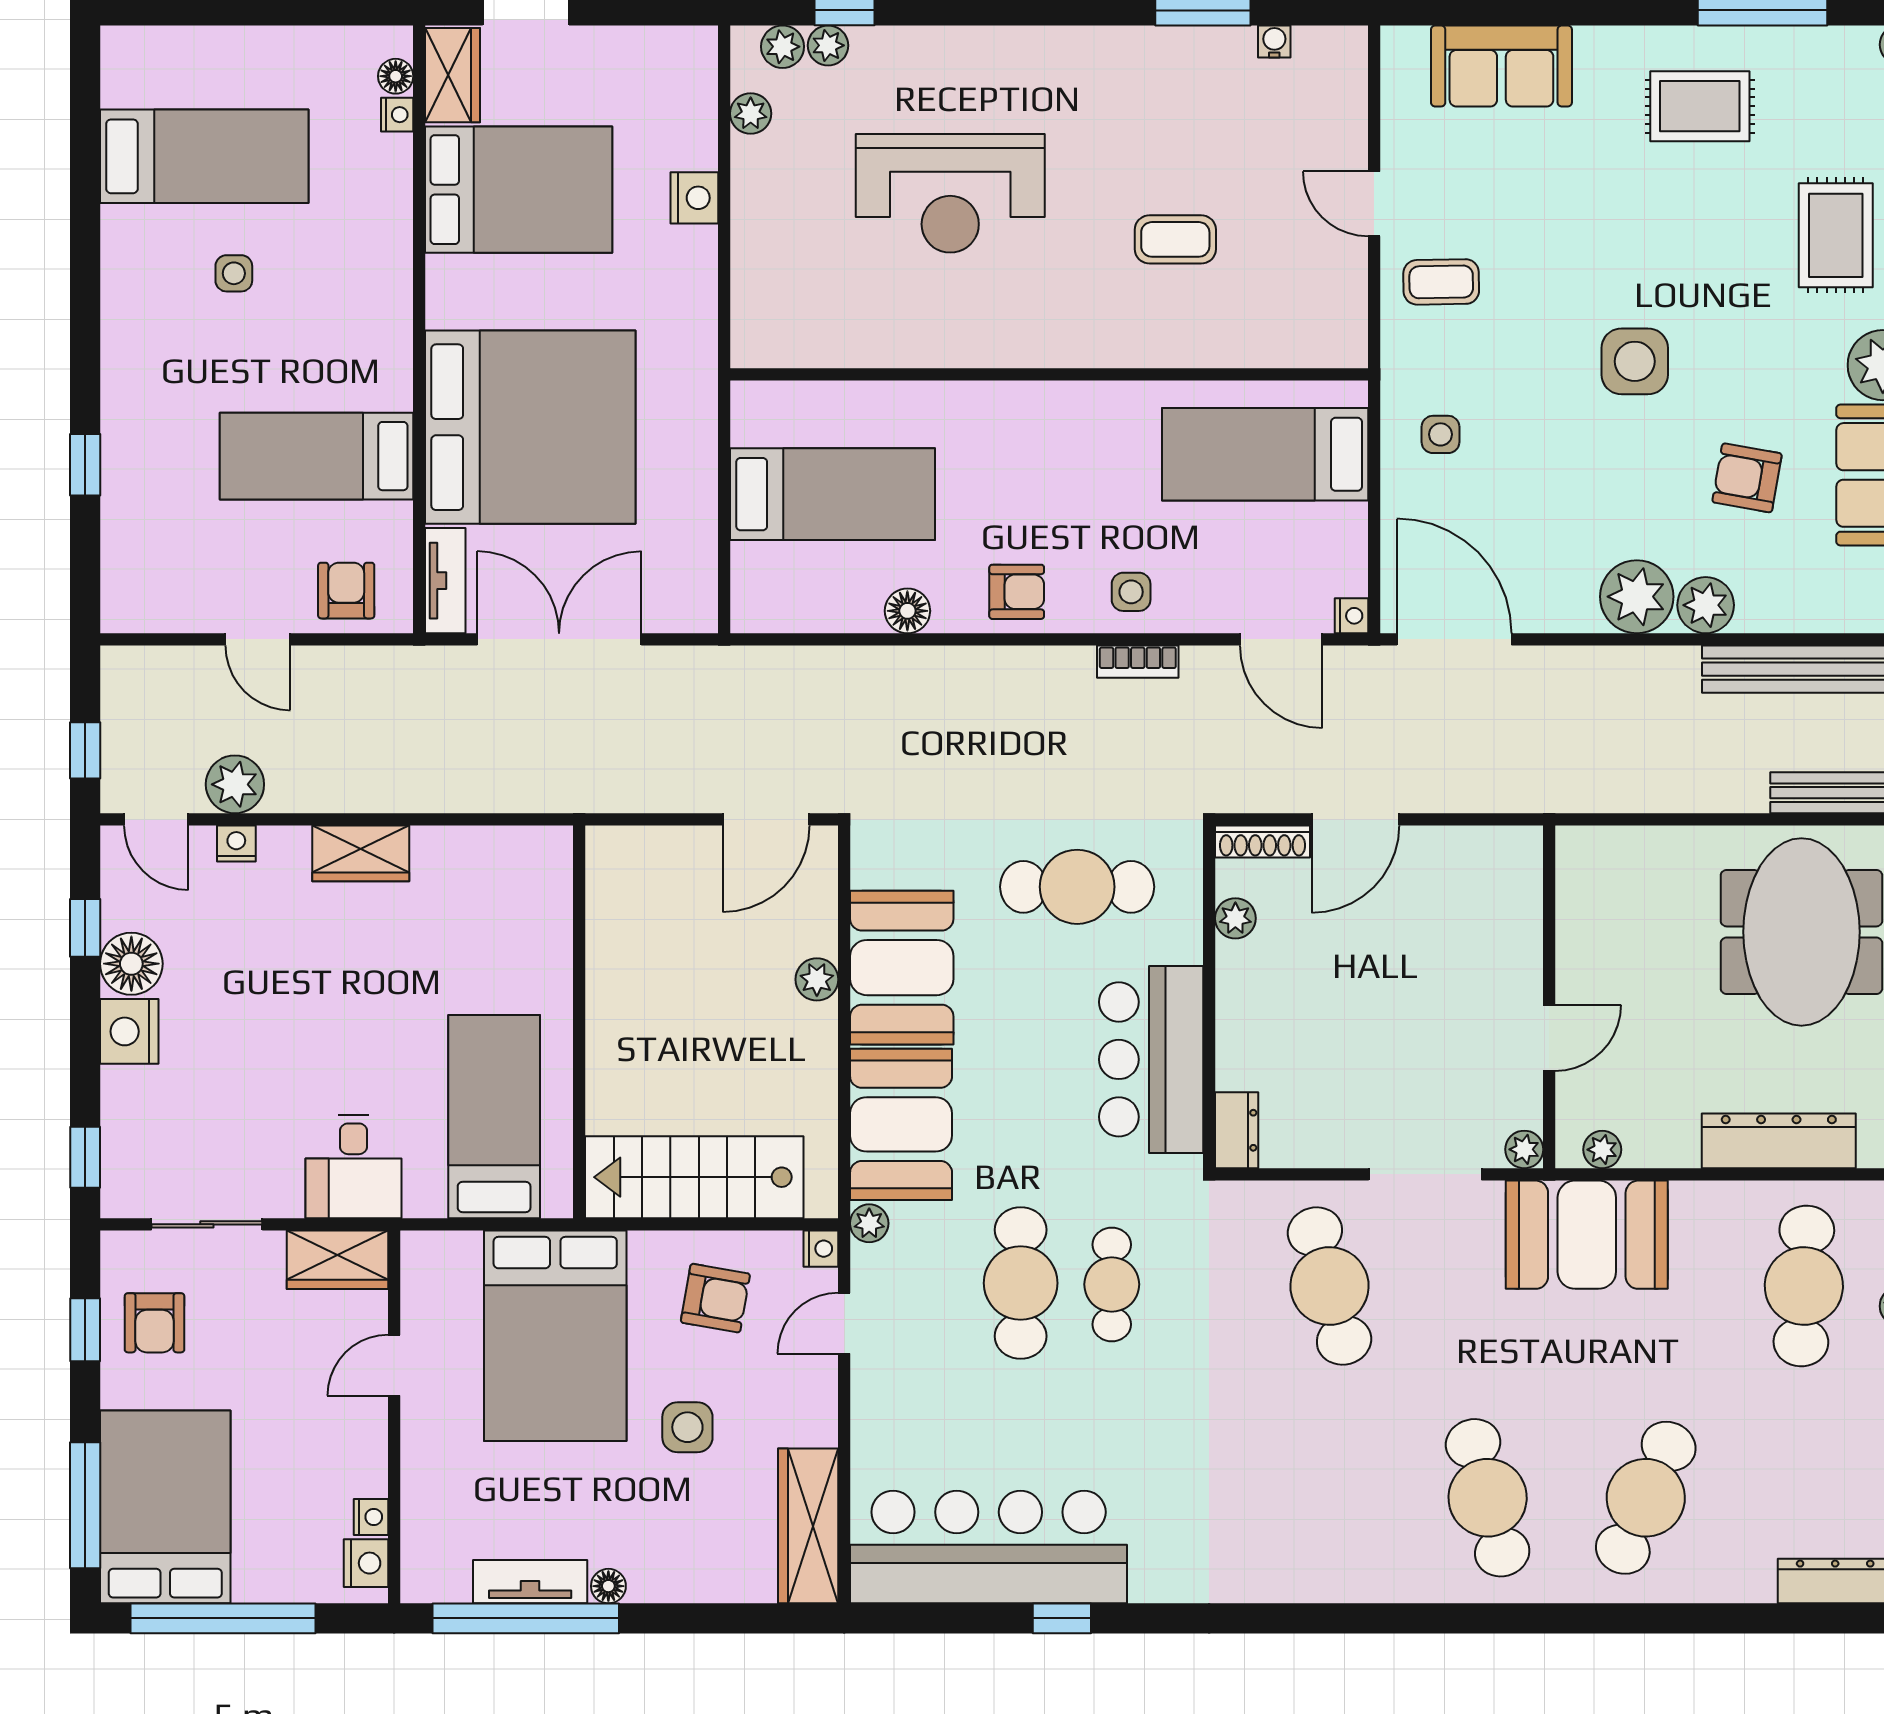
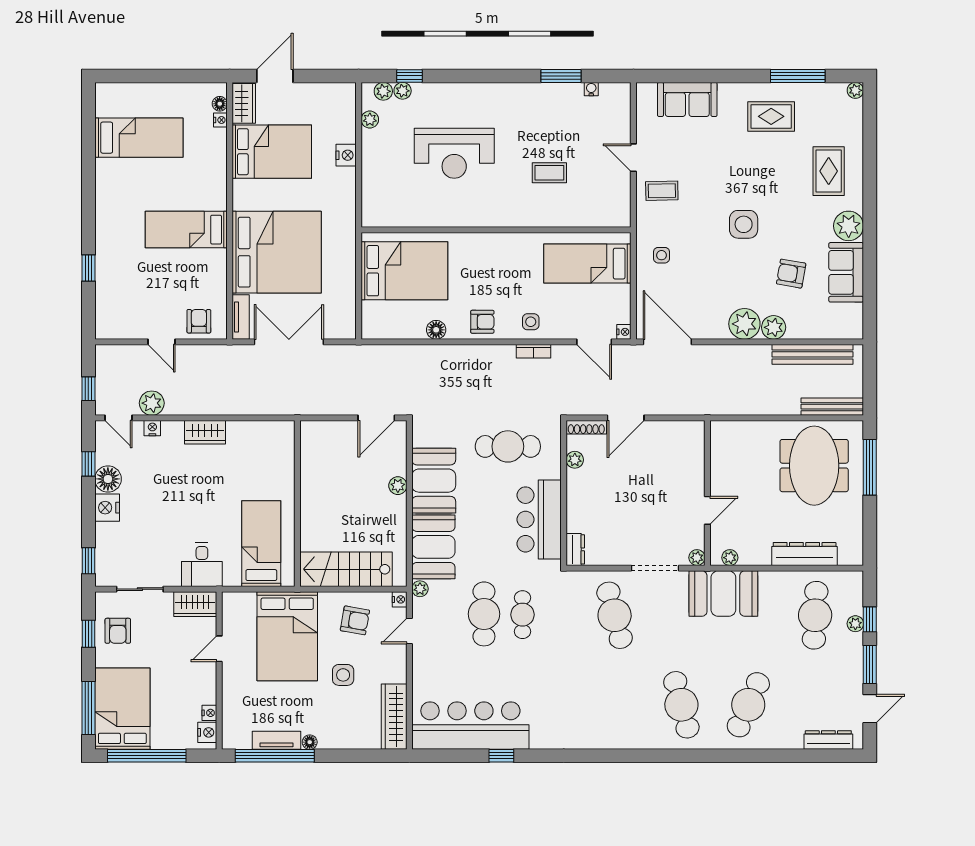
side table: (234, 273) -> (151, 187), removed
bed: (316, 456) -> (186, 230), moved
bed: (832, 494) -> (404, 271), width x1.50

